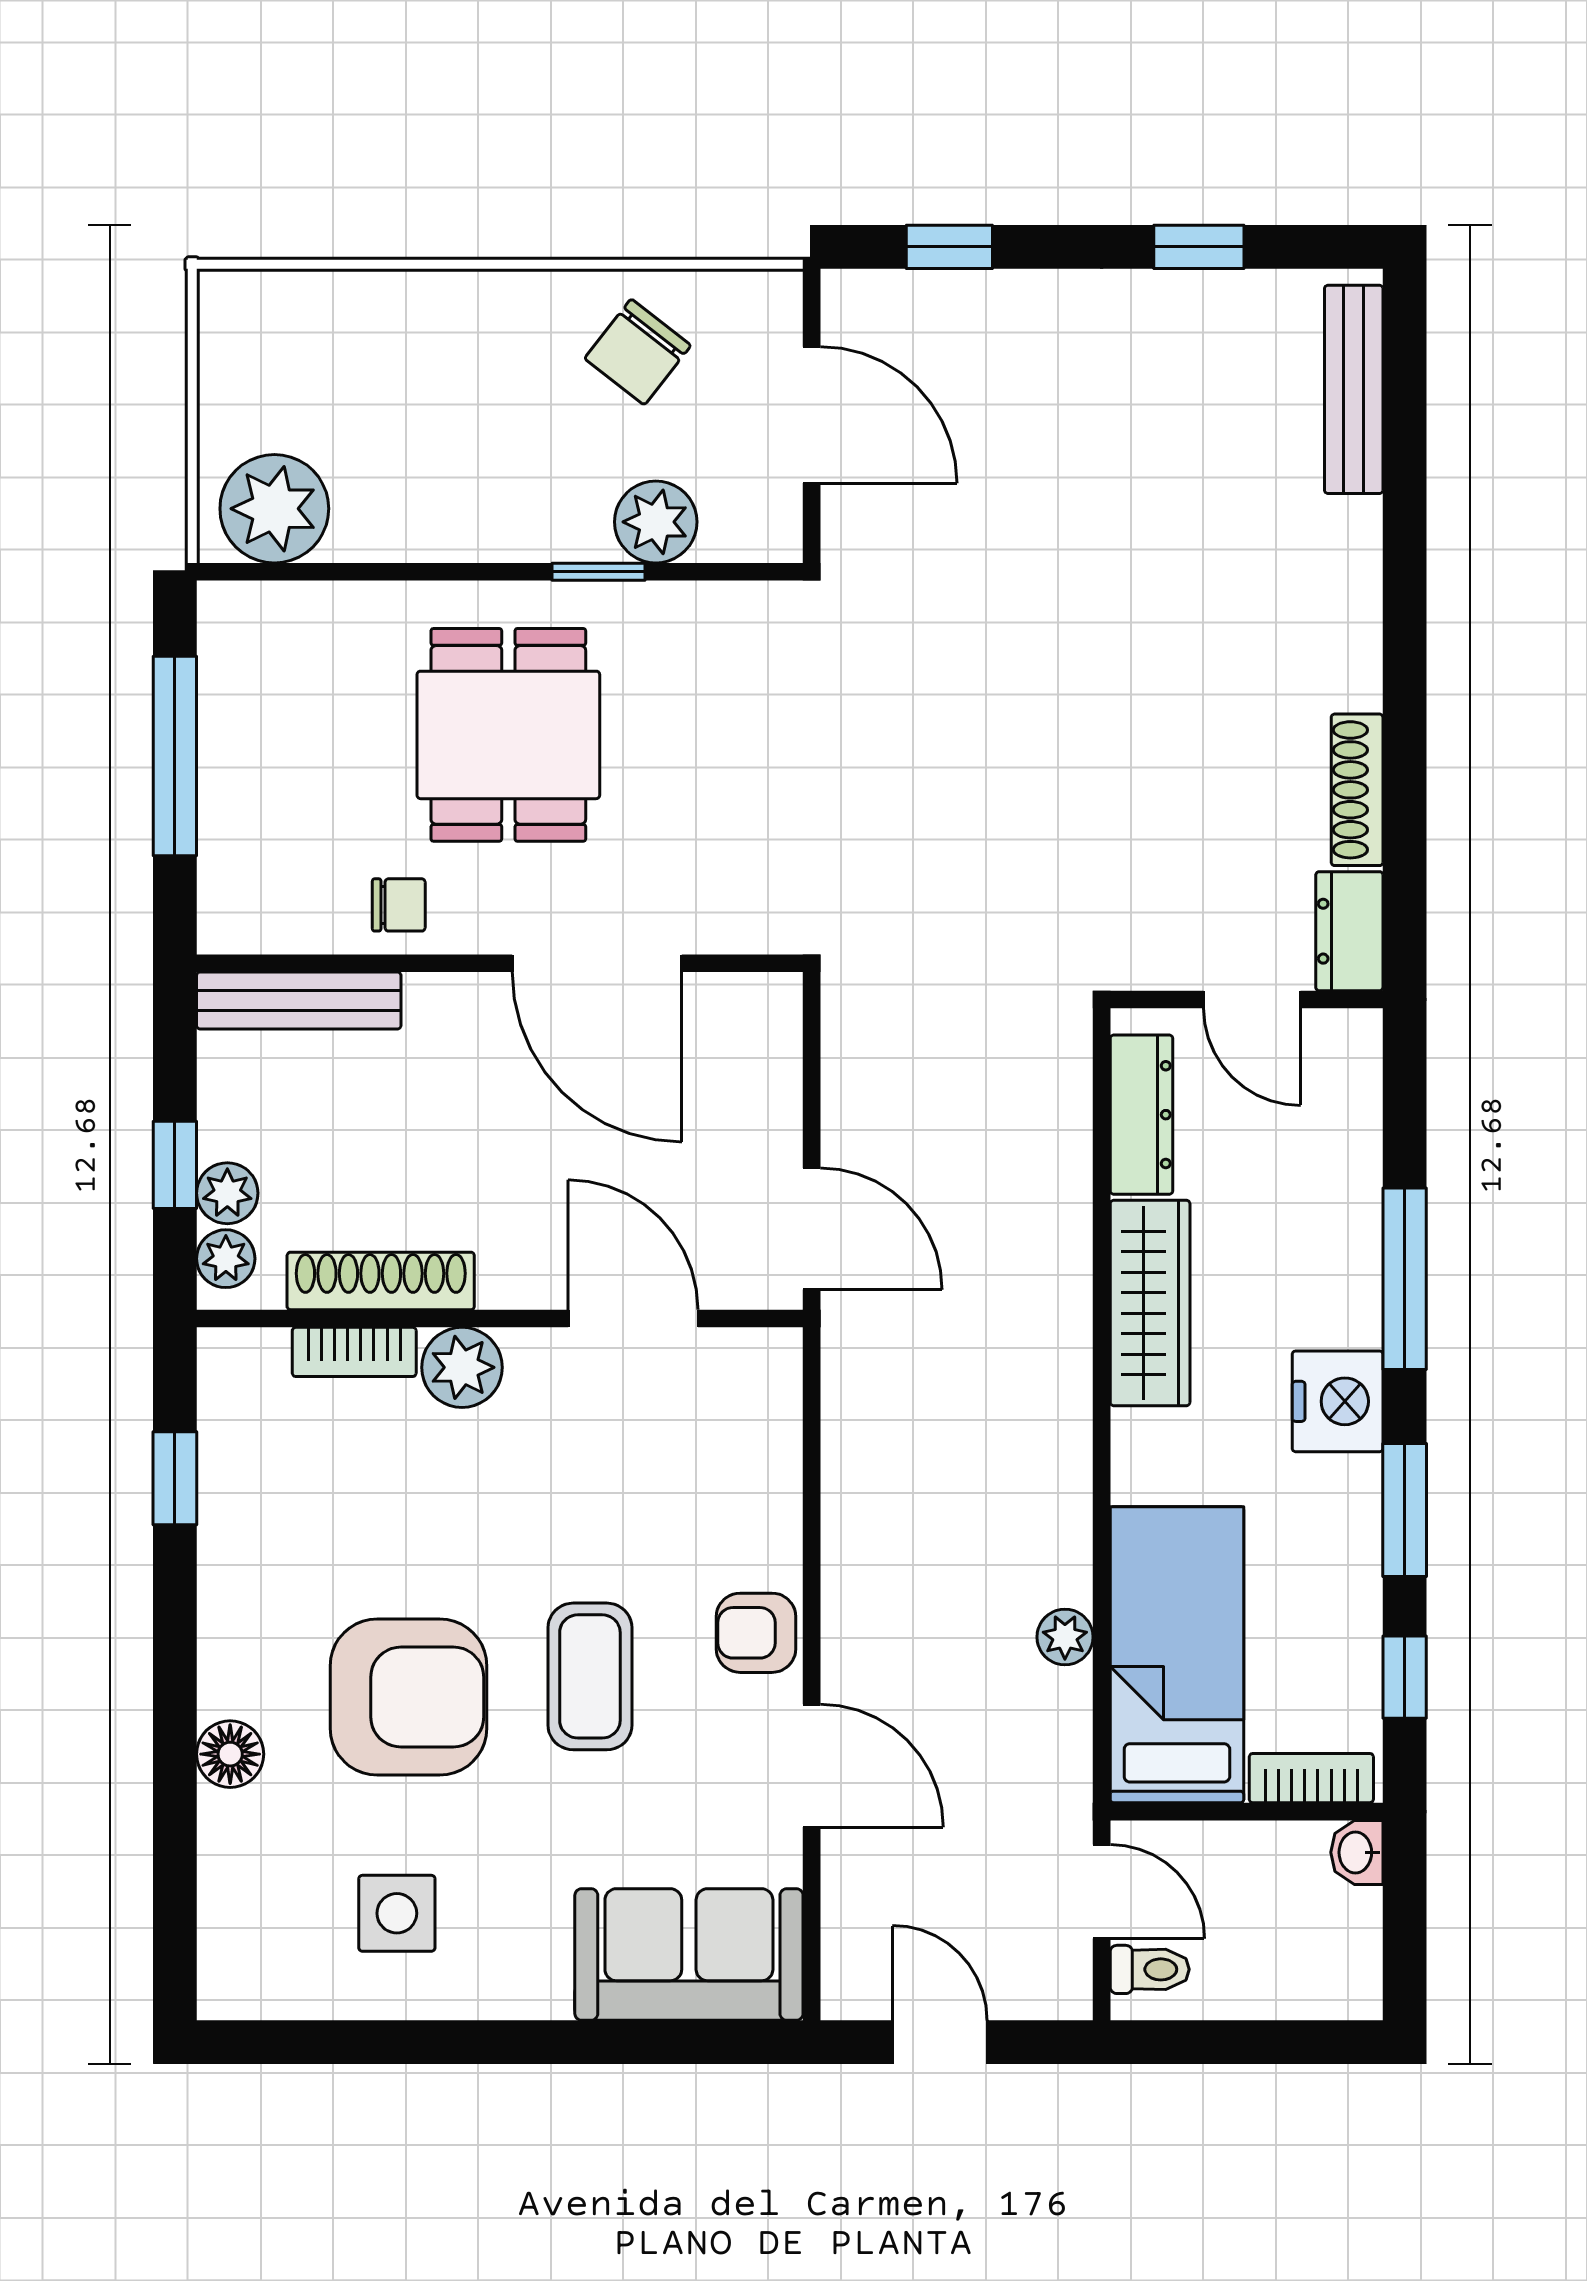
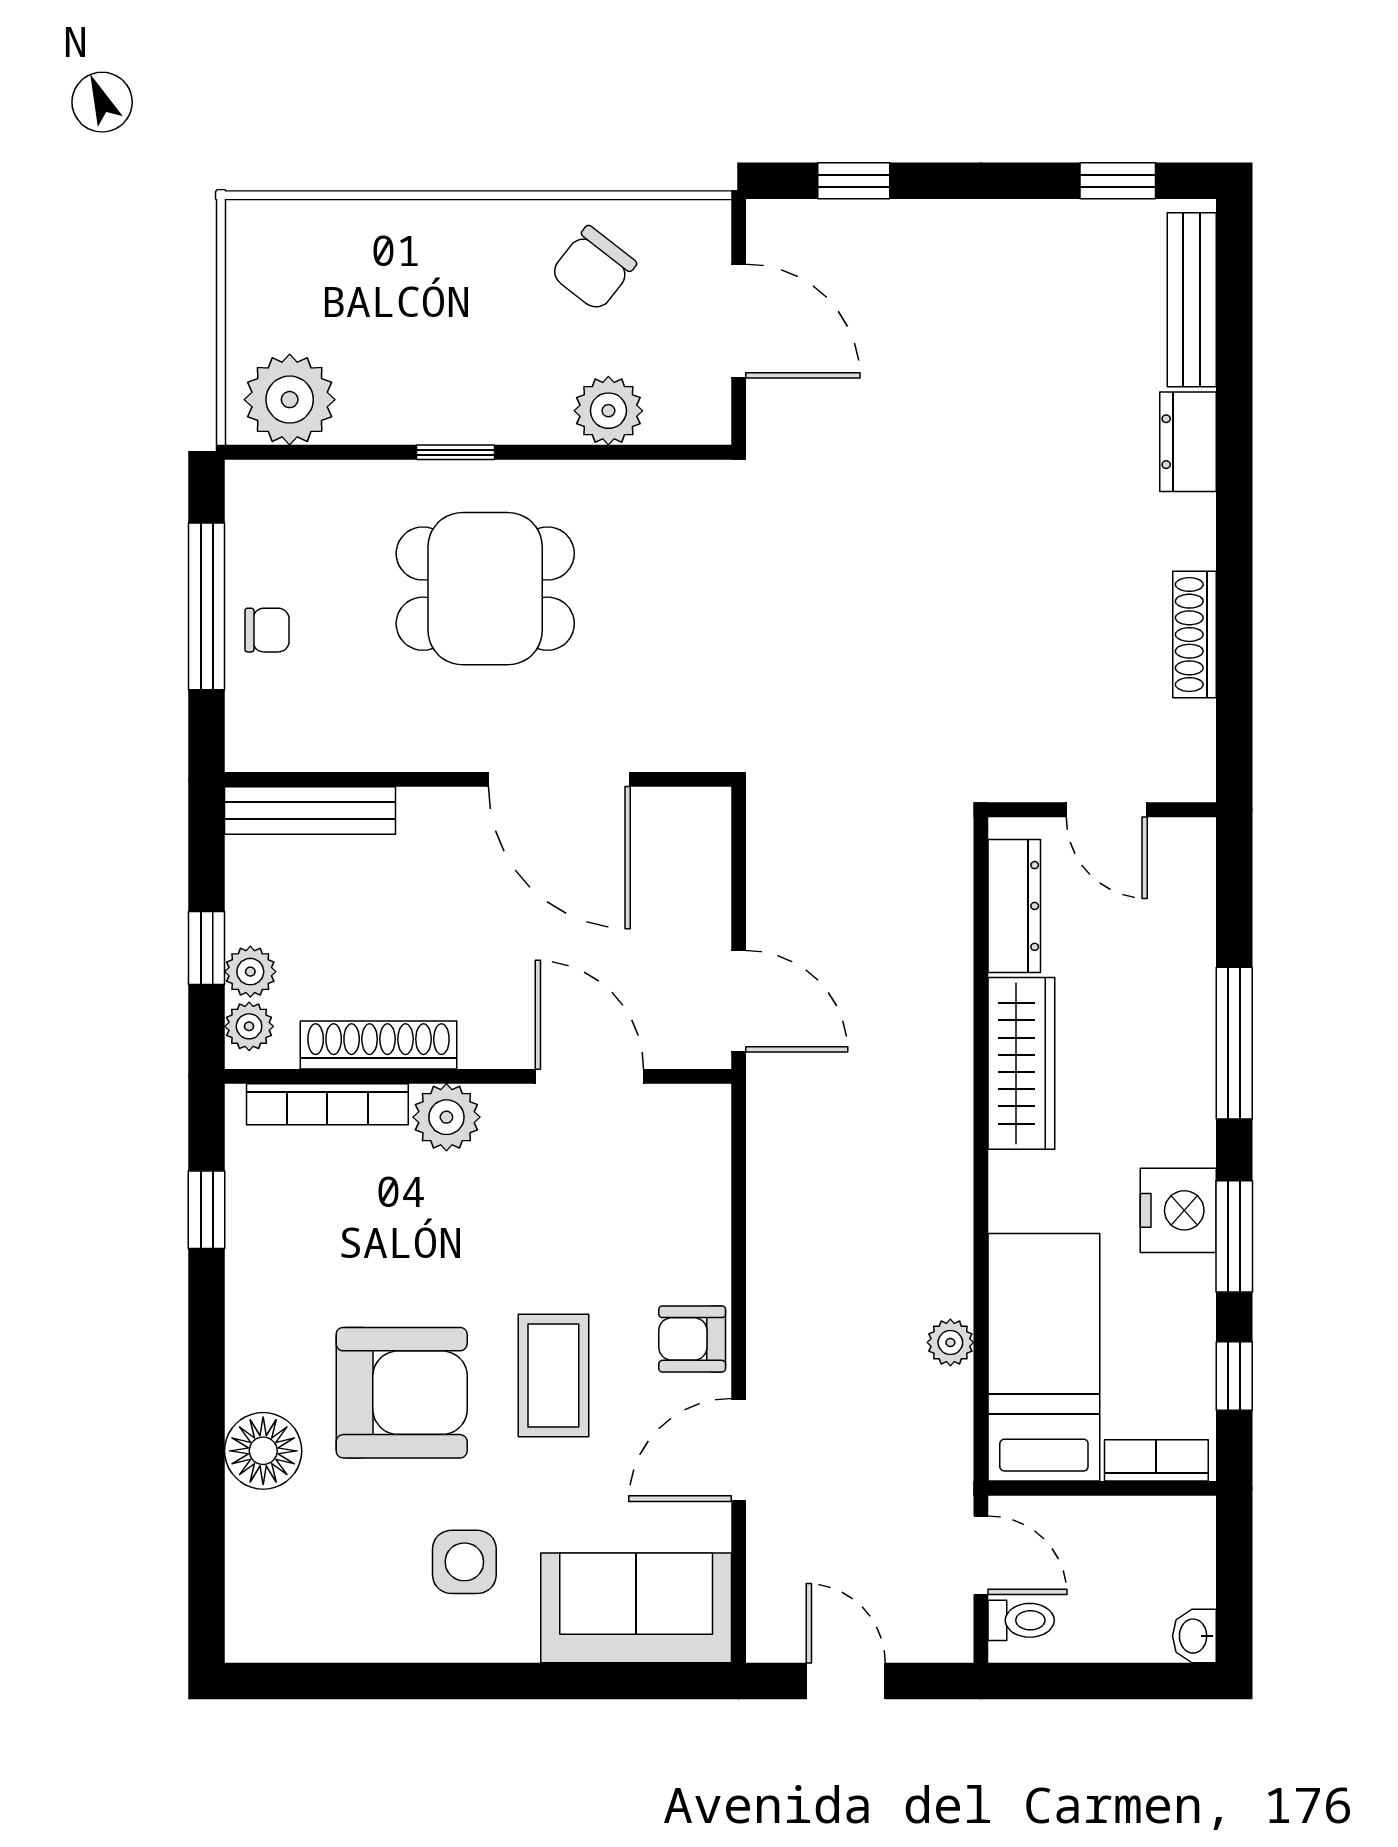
window: (1199, 247) -> (1118, 181), moved
window: (599, 572) -> (456, 452), moved
dining table: (508, 735) -> (485, 589), turned 90
chair: (399, 905) -> (267, 630), moved
dresser: (1349, 931) -> (1188, 442), moved
bookcase: (354, 1352) -> (327, 1104), width x1.56
nightstand: (1338, 1401) -> (1178, 1210), moved
floor lamp: (230, 1754) -> (263, 1451), width x1.38, depth x1.38
door: (812, 1766) -> (739, 1450), swing flipped
washbasin: (1357, 1852) -> (1194, 1636), moved
side table: (397, 1913) -> (464, 1562), moved

